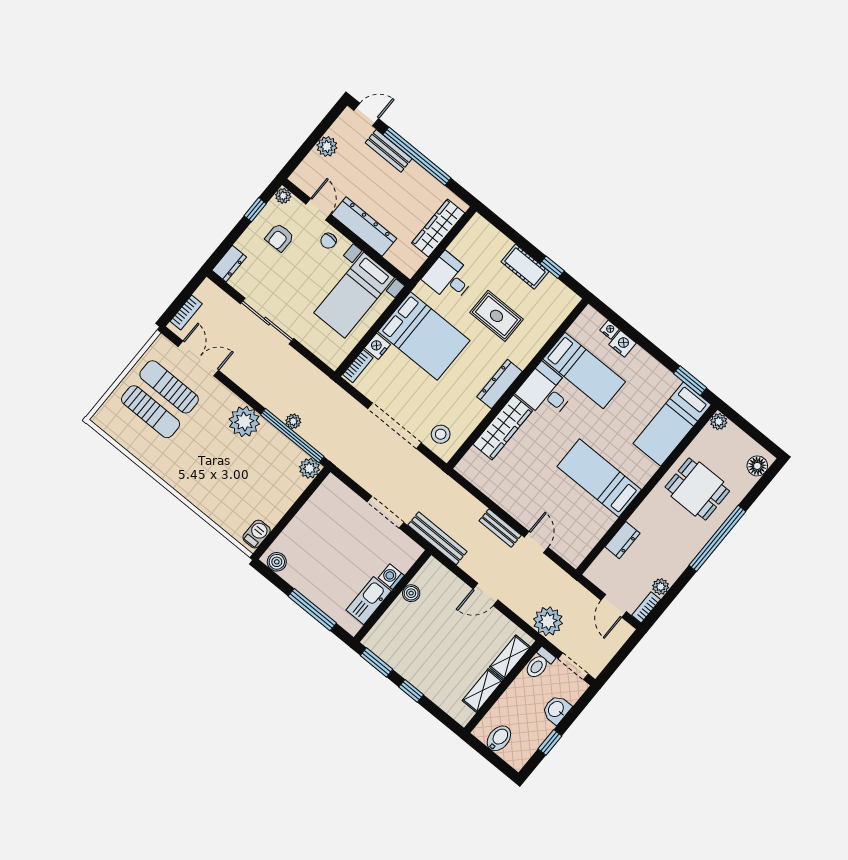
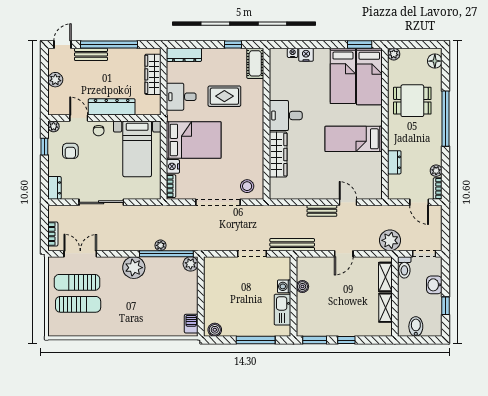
cot: (525, 267) -> (255, 63), moved, turned 90
bed: (584, 370) -> (343, 76), moved, turned 90
dresser: (500, 384) -> (184, 55), moved, turned -90

